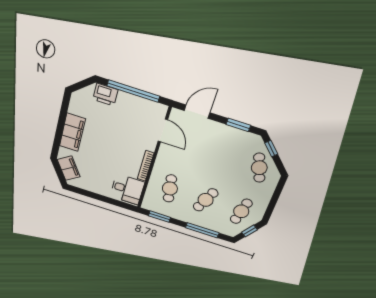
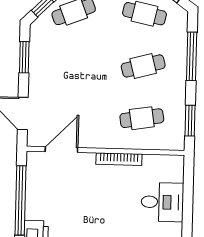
desk: (127, 189) -> (162, 202), moved, turned 90
cafe table: (206, 200) -> (143, 66), turned -39

